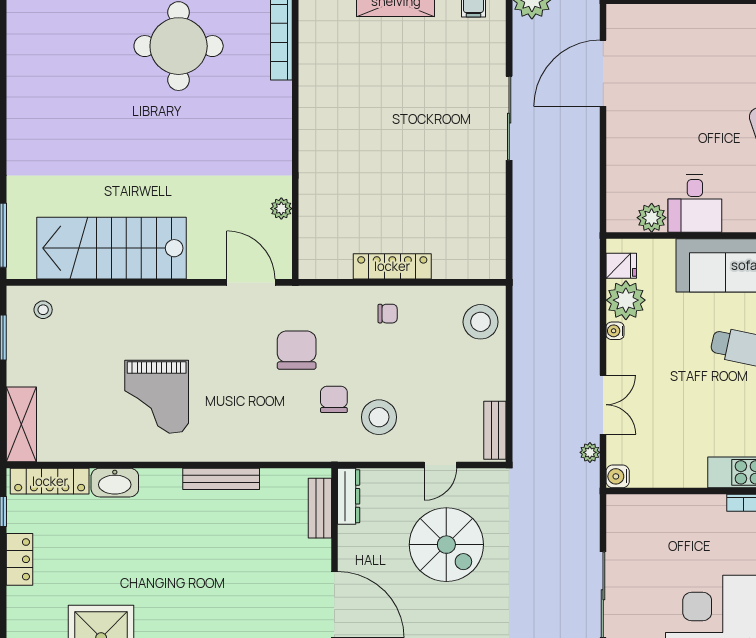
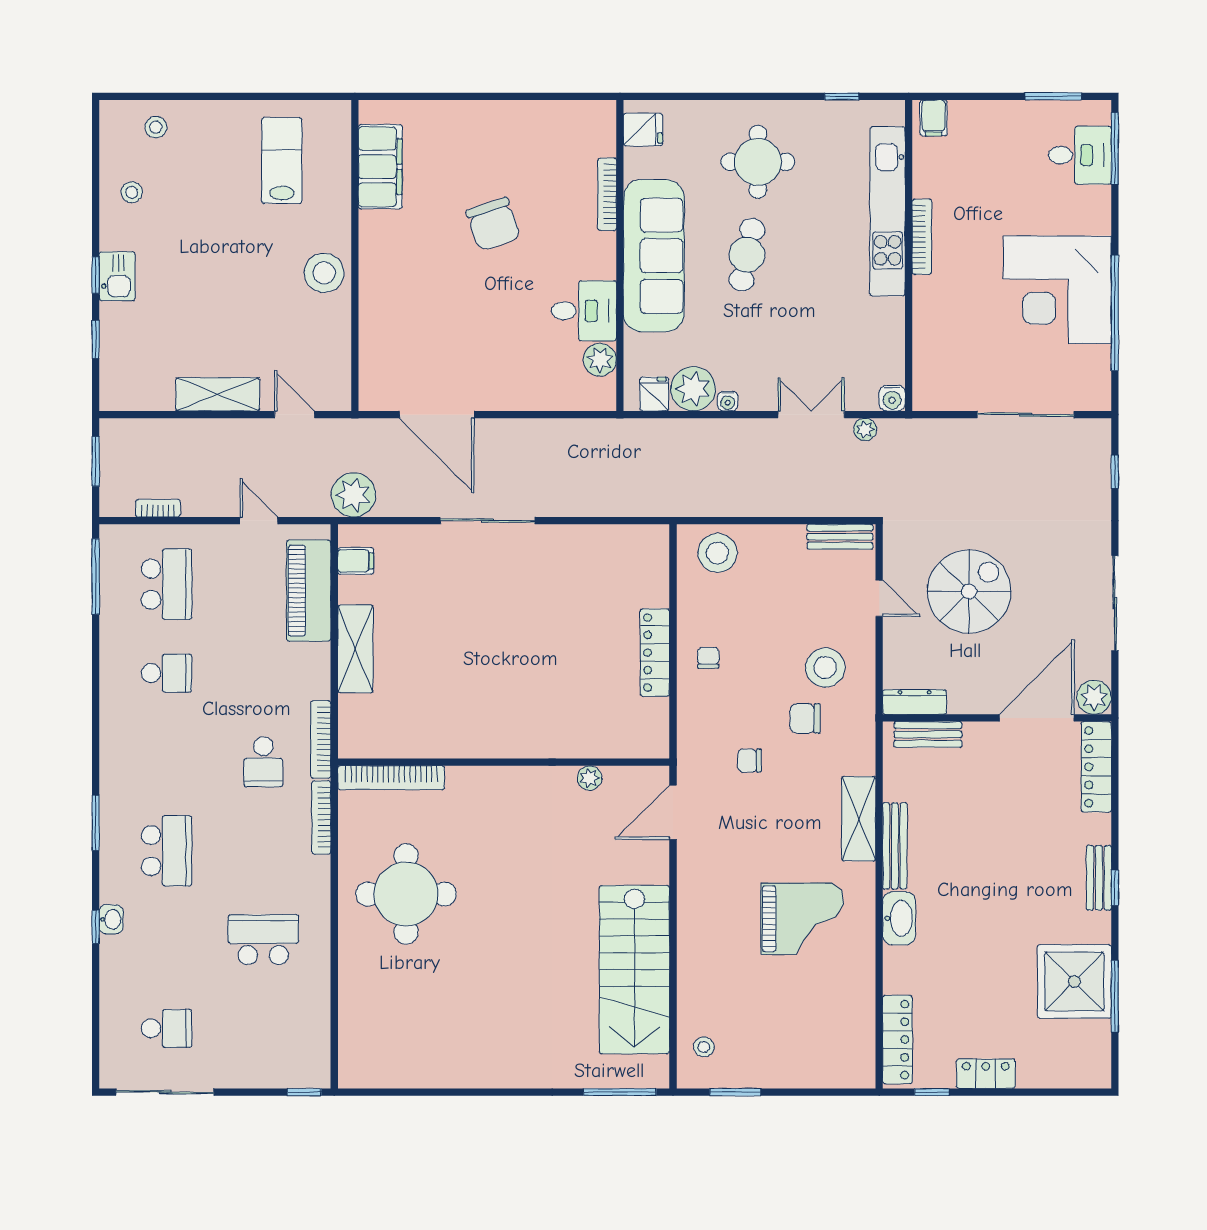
chair: (297, 350) -> (749, 761), width x0.54, depth x0.54
shelving: (21, 424) -> (859, 819), moved, turned 90
washbasin: (115, 483) -> (899, 918), moved

